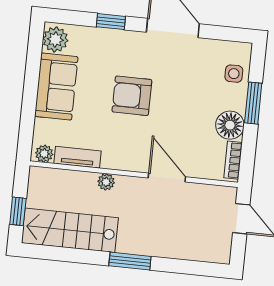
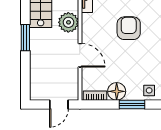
door: (167, 177) -> (80, 55), hinge flipped
plant: (106, 182) -> (68, 22), width x1.87, depth x1.87

